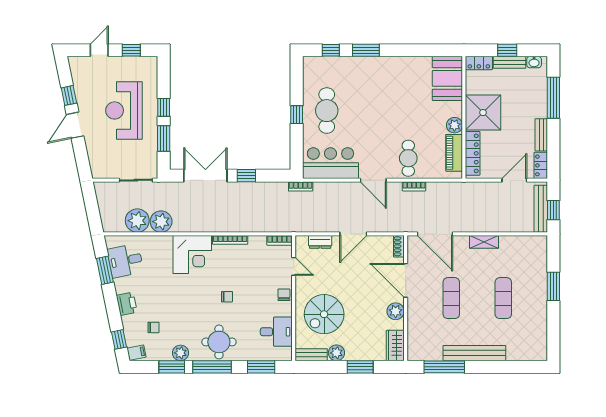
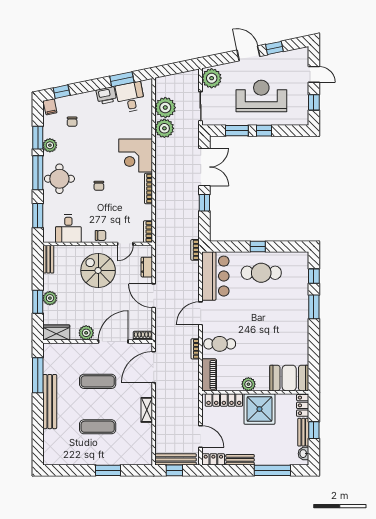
piano: (454, 153) -> (209, 375), moved, turned 90
plant: (104, 167) -> (212, 78), added
printer: (127, 304) -> (106, 95), moved
spiral stairs: (324, 314) -> (98, 270), moved
plant: (336, 353) -> (50, 298), moved

